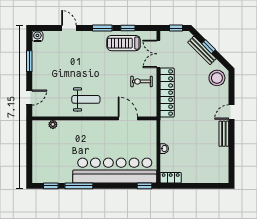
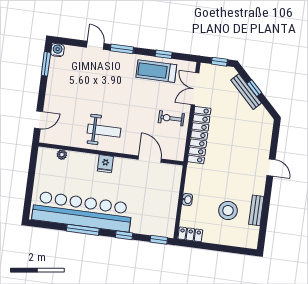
window: (102, 28) -> (122, 49), moved
window: (29, 61) -> (46, 64), moved
stool: (217, 78) -> (228, 211), moved
door: (232, 112) -> (271, 167), swing flipped
fridge: (91, 127) -> (105, 164), added
bench: (224, 134) -> (256, 210), moved
bar counter: (115, 170) -> (82, 212), moved
window: (51, 186) -> (124, 235), moved

